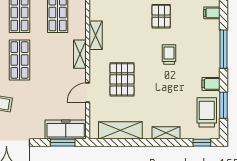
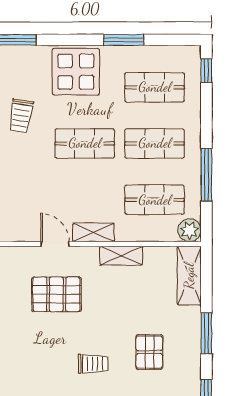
pallet: (161, 16) -> (149, 352), turned 90
door: (88, 93) -> (55, 244), moved

